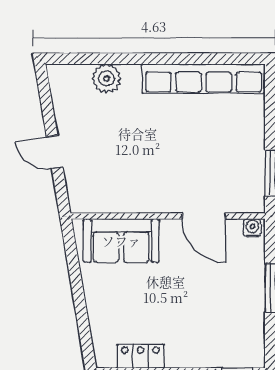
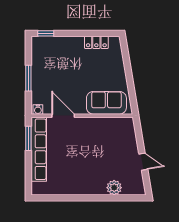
row of seats: (204, 79) -> (39, 149), moved, turned 90
door: (55, 152) -> (143, 162), moved

